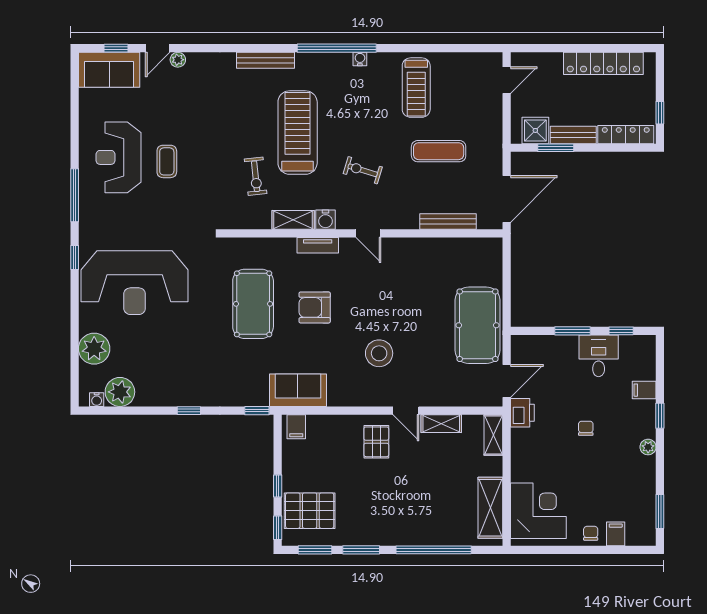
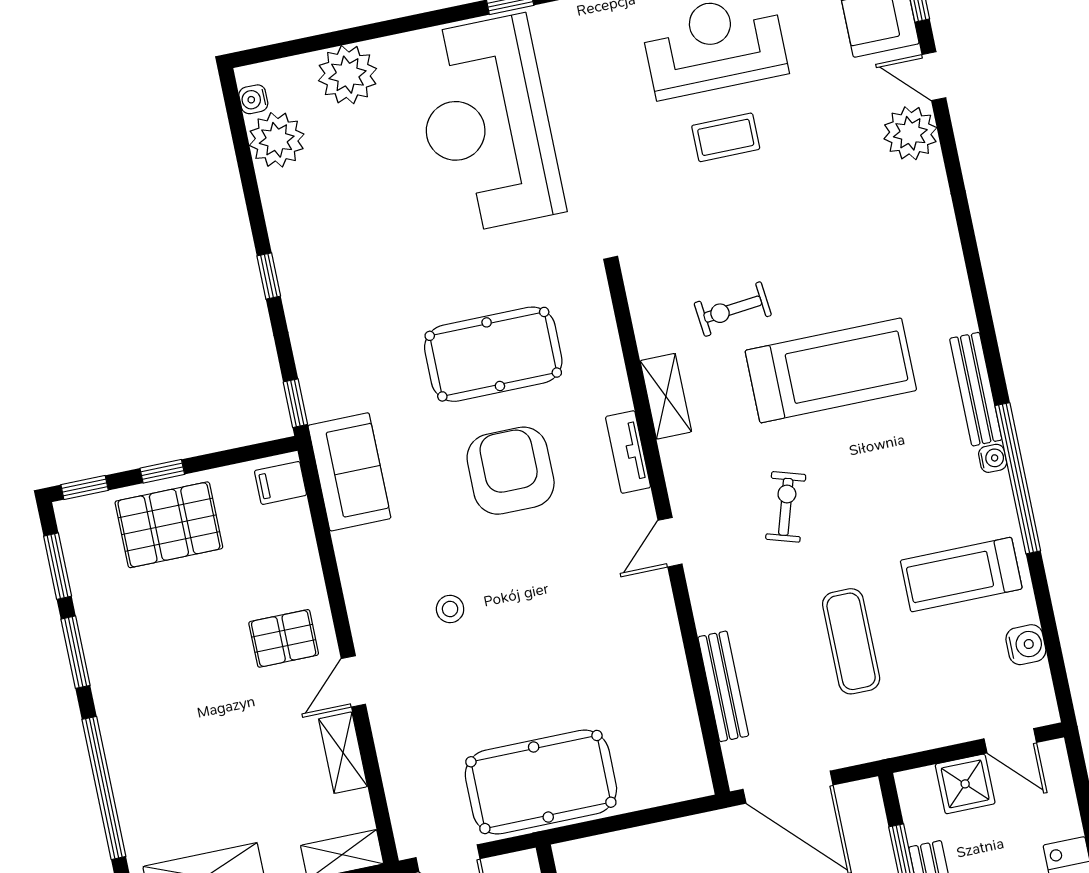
window: (337, 48) -> (1018, 478), moved
plant: (178, 60) -> (910, 133), width x1.88, depth x1.88
bench: (265, 60) -> (976, 389), moved
shower: (535, 130) -> (965, 784), moved
water cooler: (325, 220) -> (1026, 645), moved, turned 180
armchair: (315, 307) -> (511, 471), width x1.36, depth x1.36
stool: (379, 353) -> (450, 609), width x0.53, depth x0.53
pallet: (310, 511) -> (169, 525), moved, turned 90

